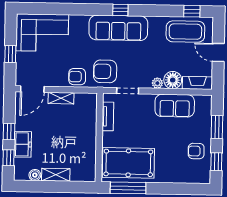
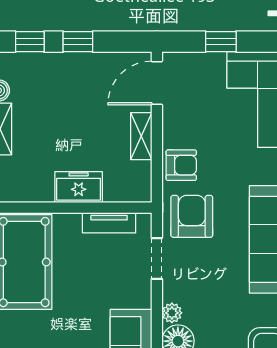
armchair: (77, 77) -> (181, 165), turned 90
door: (32, 89) -> (157, 83), hinge flipped
freezer: (23, 144) -> (79, 187), moved, turned 180

